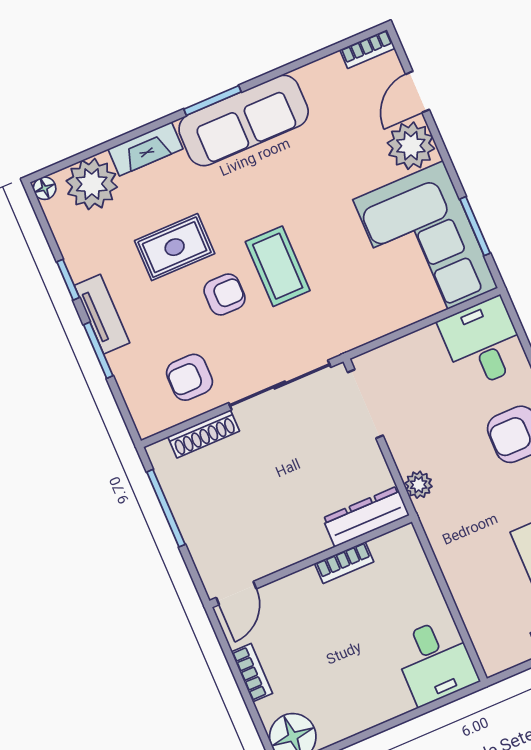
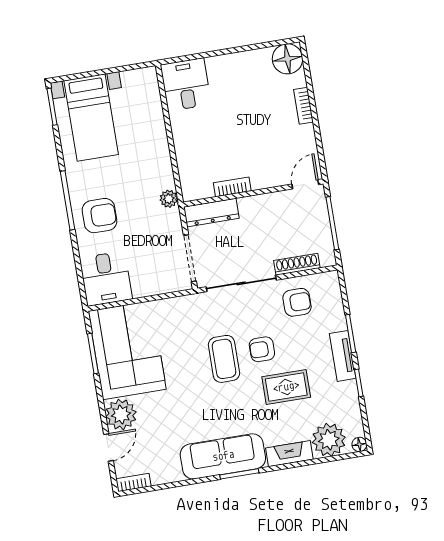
dresser: (366, 517) -> (211, 213), moved
wall: (311, 561) -> (253, 193), moved
bookcase: (344, 563) -> (232, 187), moved
door: (236, 593) -> (305, 184), moved

